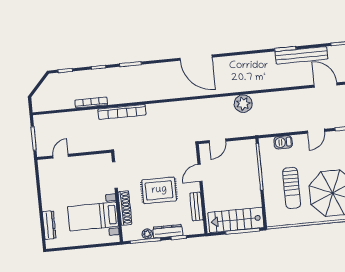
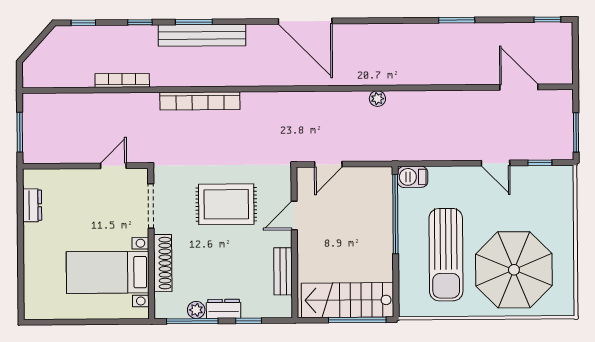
bench: (301, 55) -> (202, 35), moved
plant: (243, 104) -> (377, 99), width x0.53, depth x0.53
bookcase: (122, 112) -> (200, 101), moved
door: (316, 131) -> (496, 163), hinge flipped
barbecue: (283, 142) -> (413, 177), moved
door: (61, 156) -> (113, 166), moved
sun lounger: (292, 188) -> (446, 255), width x1.36, depth x1.34
rug: (159, 190) -> (226, 204), moved
dresser: (49, 225) -> (32, 205), moved, width x0.70
dresser: (168, 231) -> (224, 309), width x0.70

